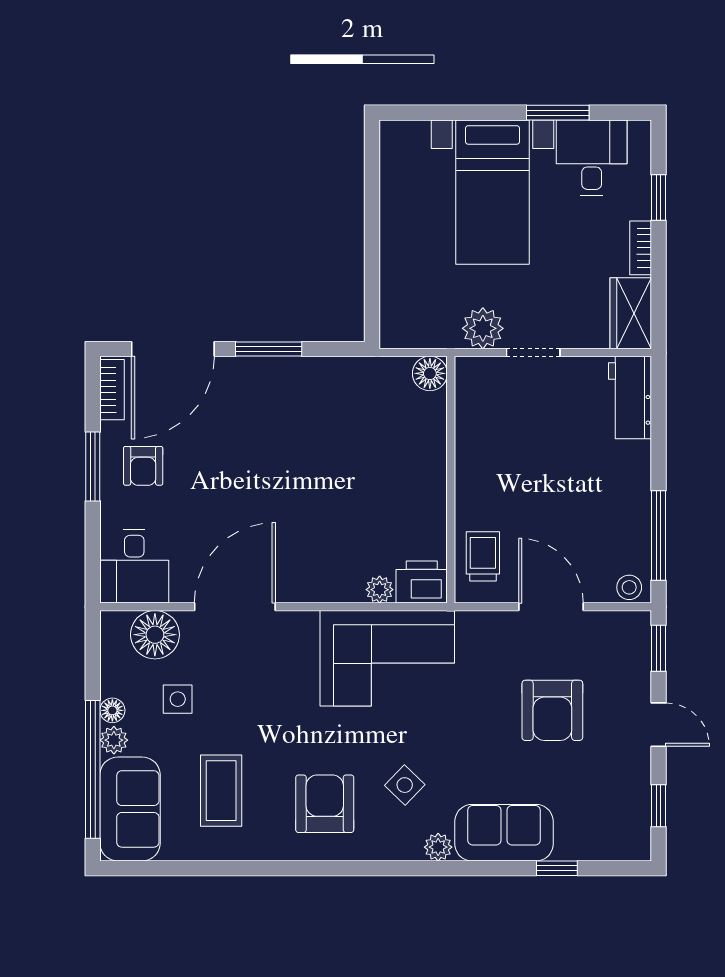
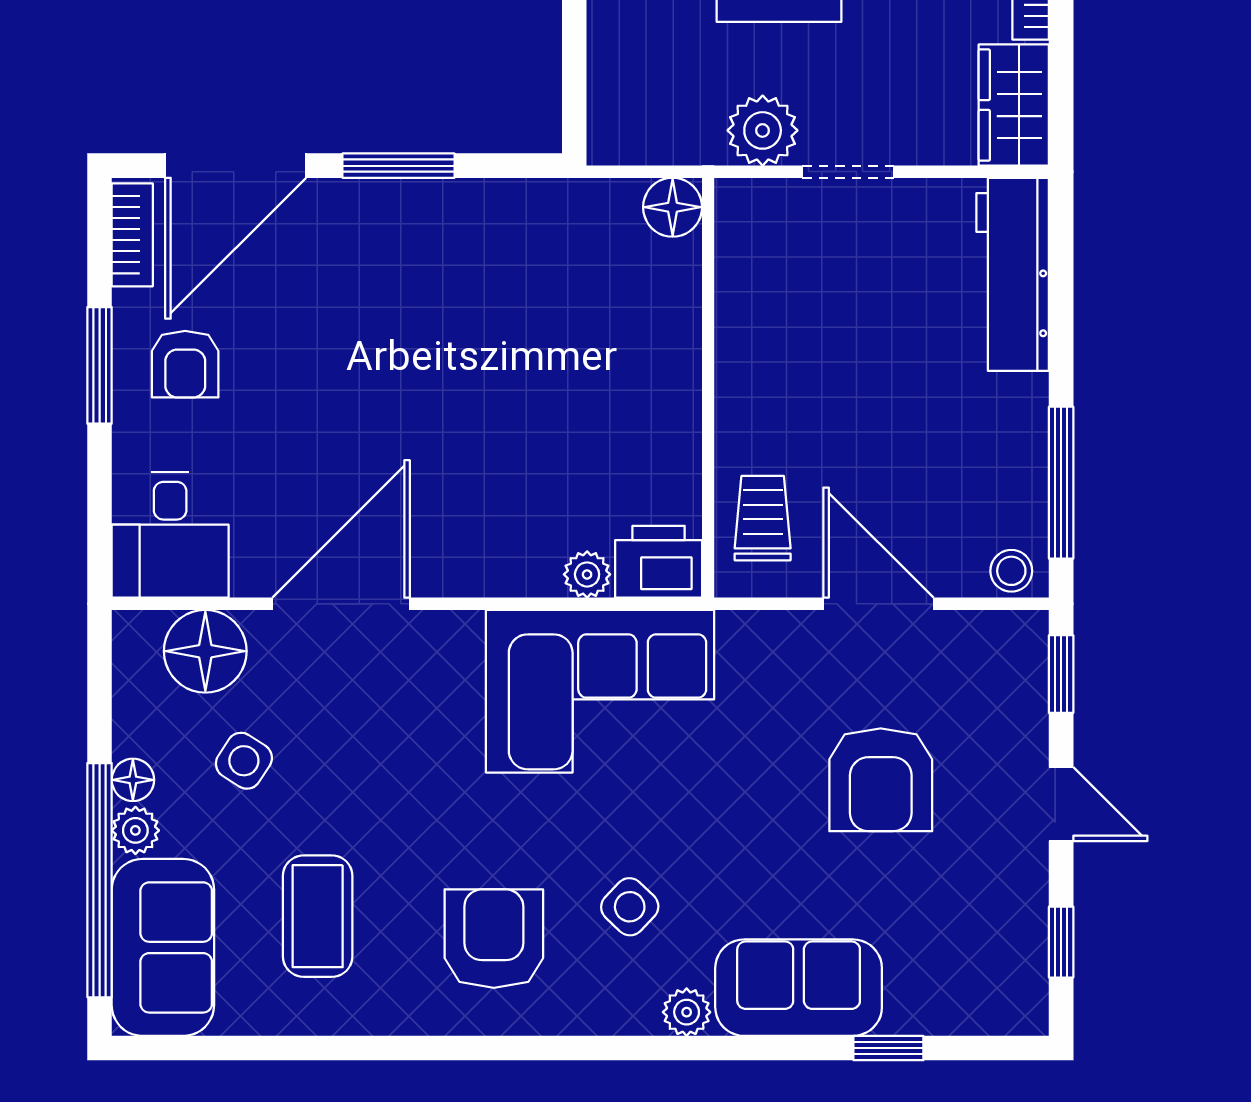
workbench: (630, 397) -> (1013, 274), width x1.37
side table: (178, 699) -> (244, 761), turned 33

